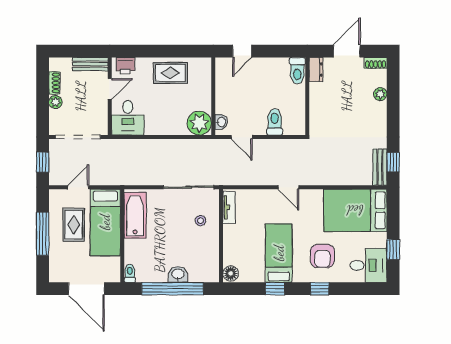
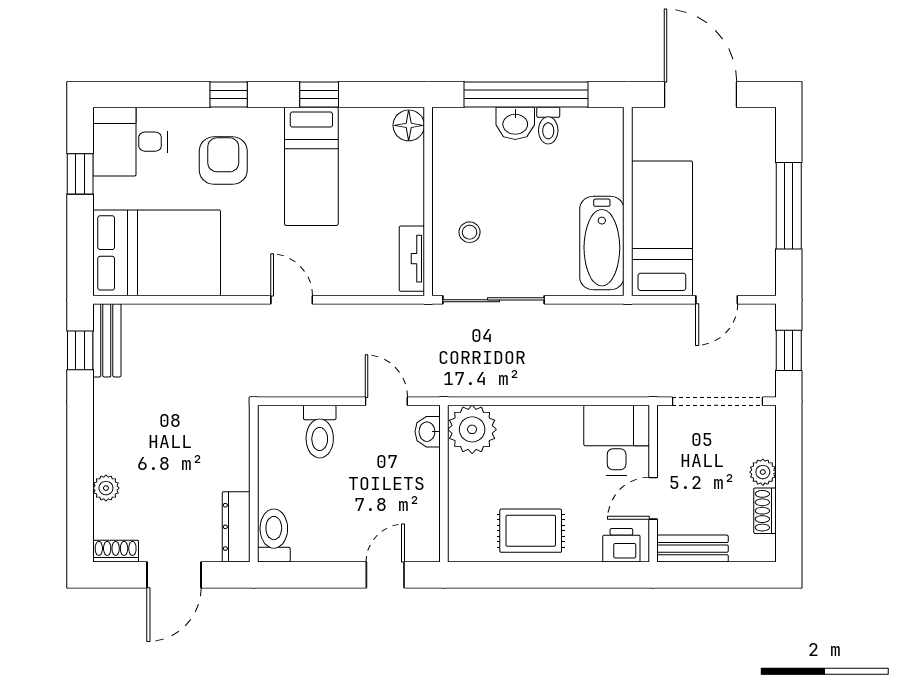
dresser: (316, 70) -> (236, 527), width x1.44
rug: (74, 225) -> (726, 224), removed
toilet: (130, 273) -> (548, 126), moved

